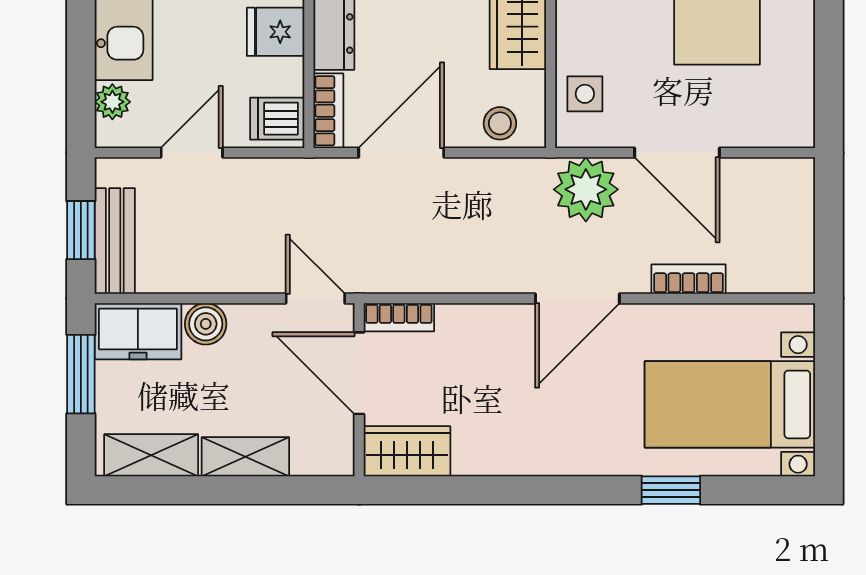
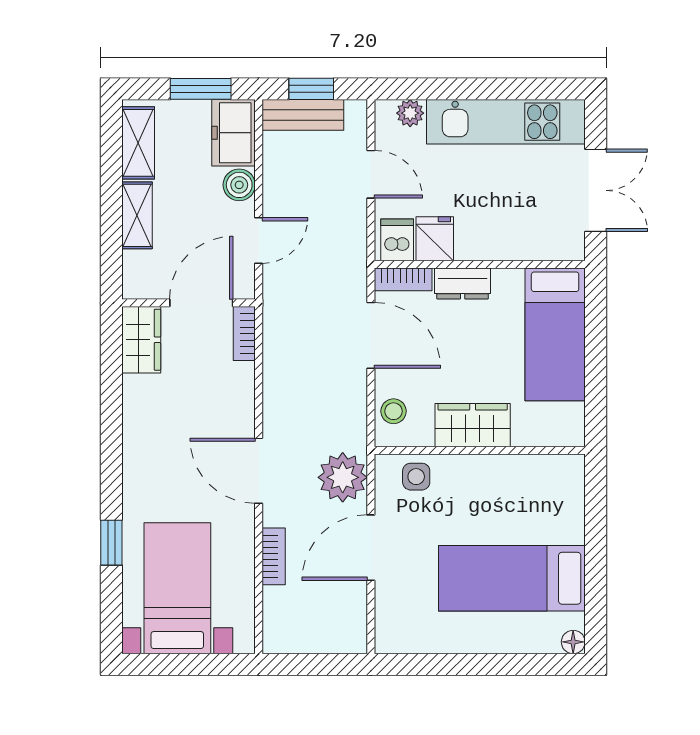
fridge: (276, 32) -> (435, 239), moved
door: (315, 299) -> (259, 240), moved

